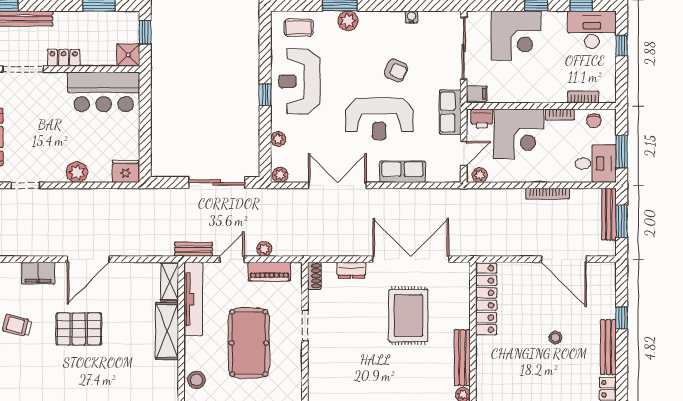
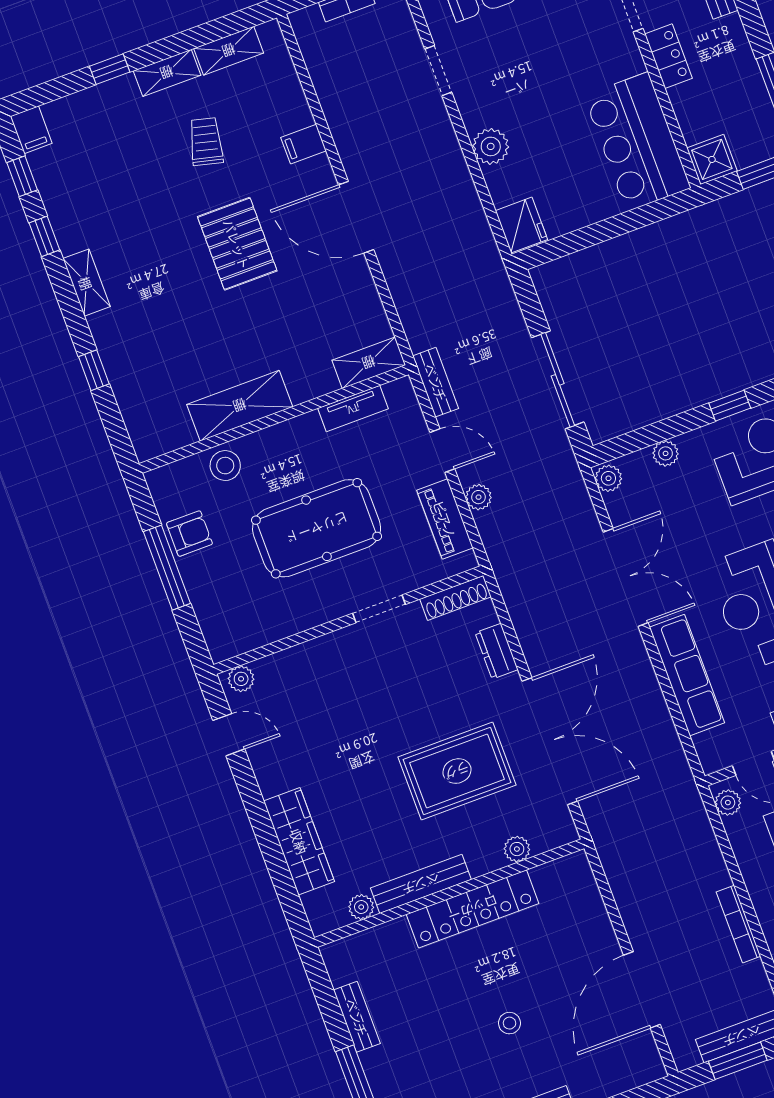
row of seats: (403, 172) -> (687, 675), width x1.48
filing cabinet: (38, 273) -> (304, 144), width x0.50
shoe rack: (314, 276) -> (455, 598), width x1.43
tv unit: (193, 299) -> (353, 409), width x0.52, depth x0.78
plant: (463, 299) -> (517, 849), added
locker: (486, 299) -> (473, 909), moved
shelving: (167, 331) -> (240, 406), moved

